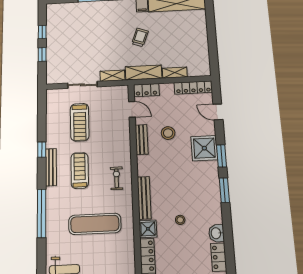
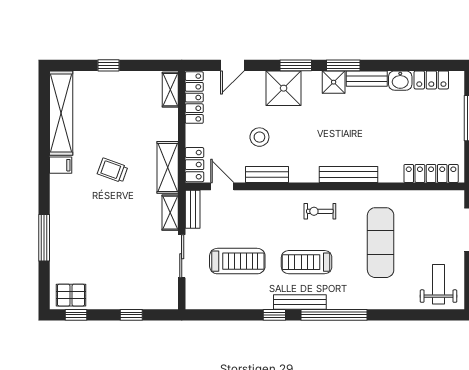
pallet: (55, 16) -> (71, 295), added
window: (211, 31) -> (108, 65), added
window: (42, 32) -> (76, 315), moved
shelving: (175, 73) -> (170, 90), moved
bench: (115, 90) -> (193, 209), added
door: (132, 109) -> (222, 186), hinge flipped
bench: (216, 208) -> (367, 79), added
window: (42, 213) -> (334, 315), moved
stool: (180, 220) -> (380, 128), removed
shower: (148, 229) -> (334, 82), moved

